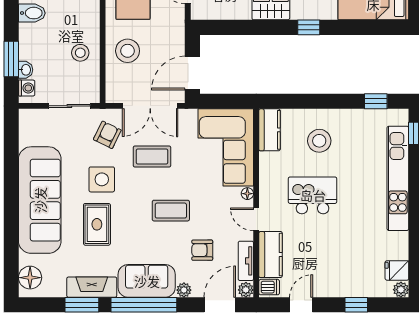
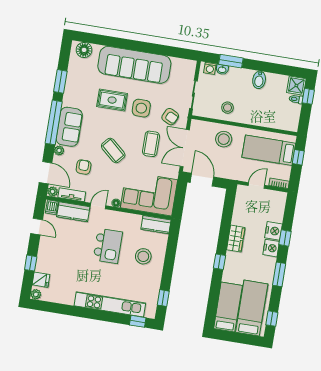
coffee table: (171, 211) -> (113, 150), turned -49
fridge: (397, 270) -> (41, 280), moved, turned 90
fireplace: (92, 287) -> (71, 90), removed

